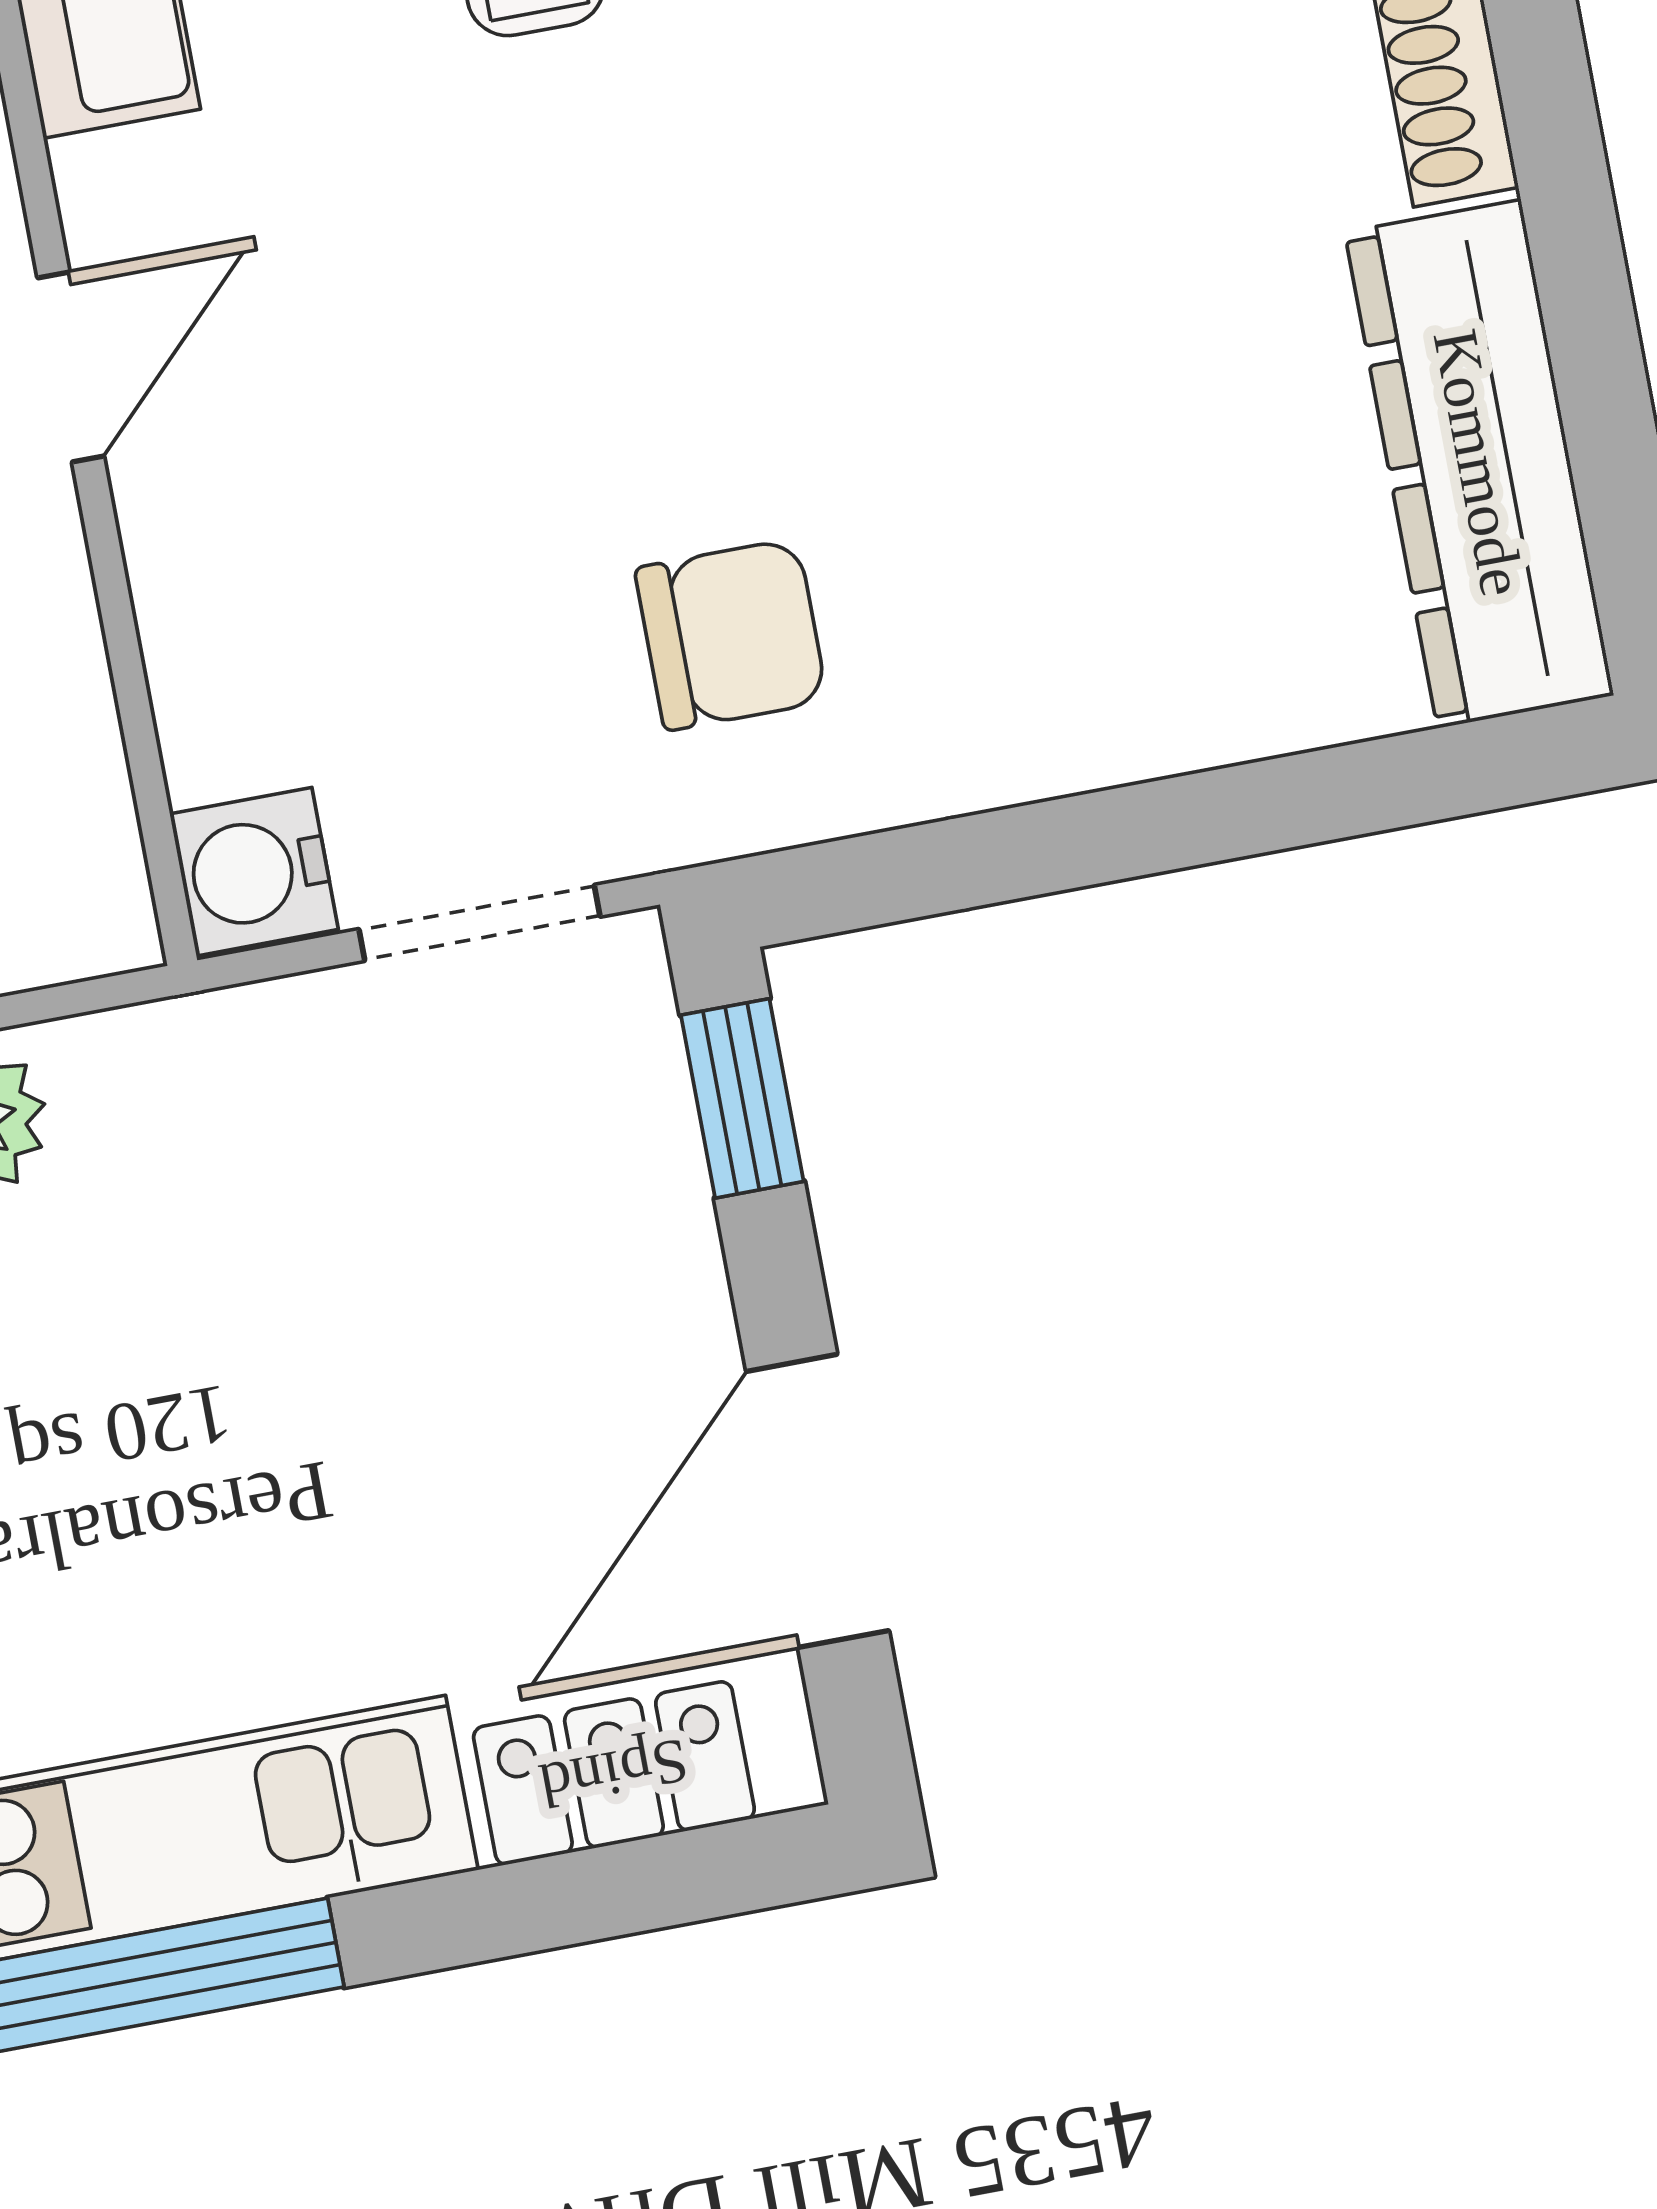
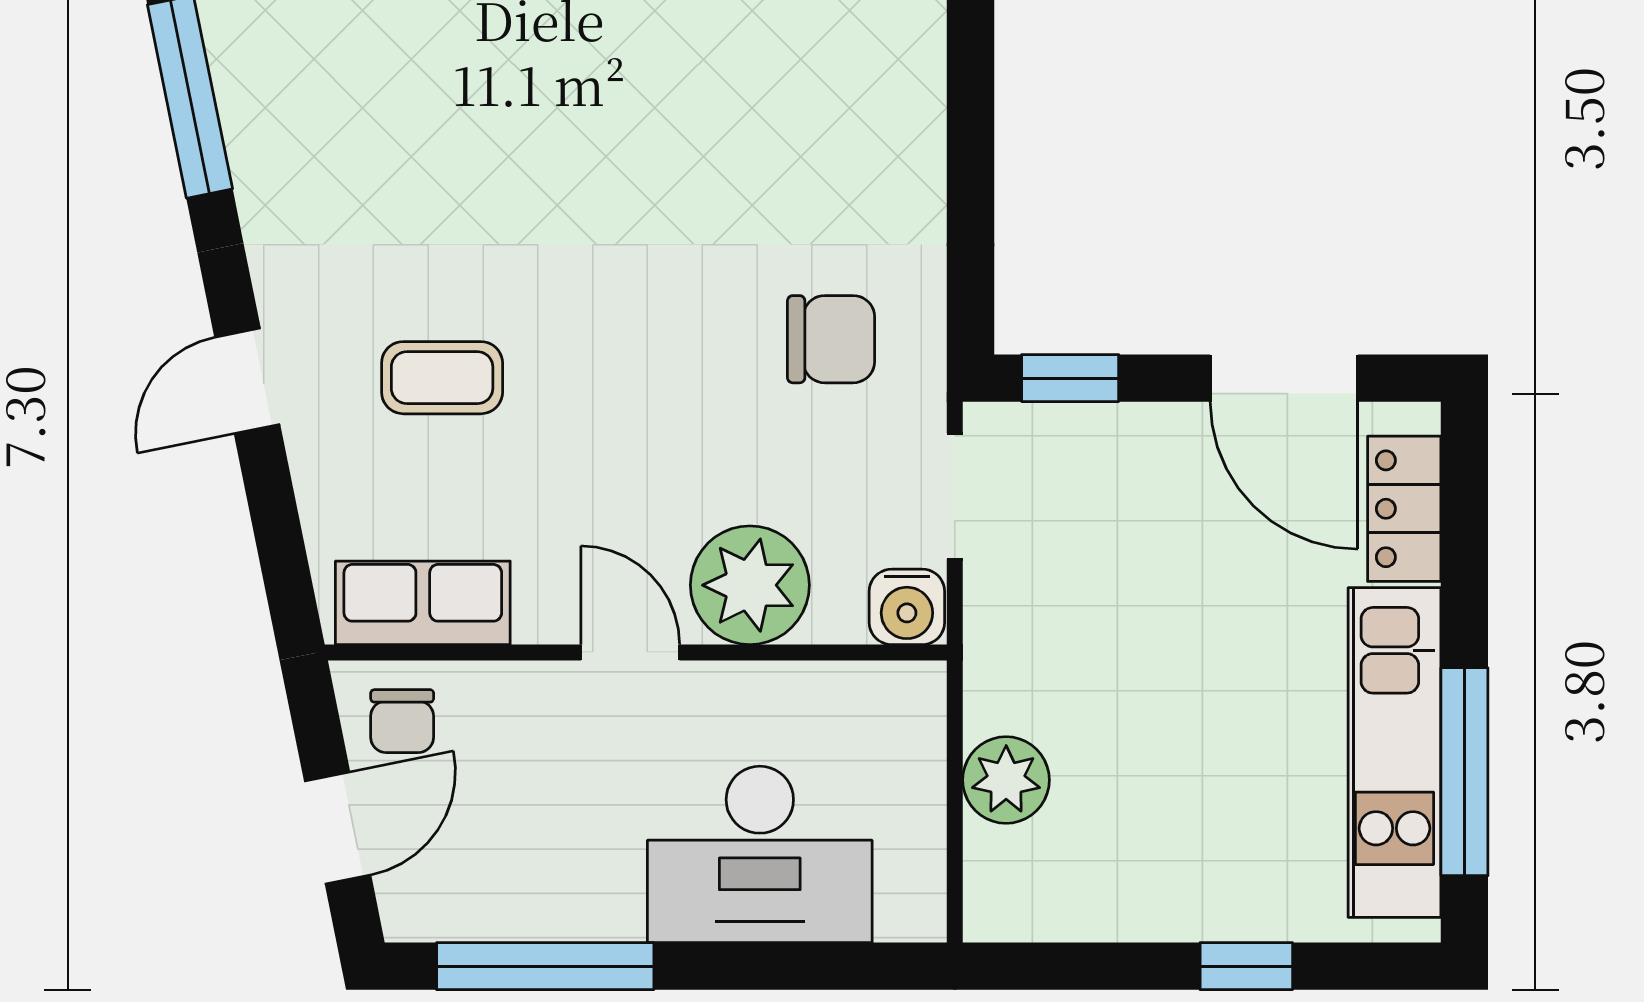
plant: (240, 569) -> (750, 585), added
chair: (731, 635) -> (831, 339), turned 90

